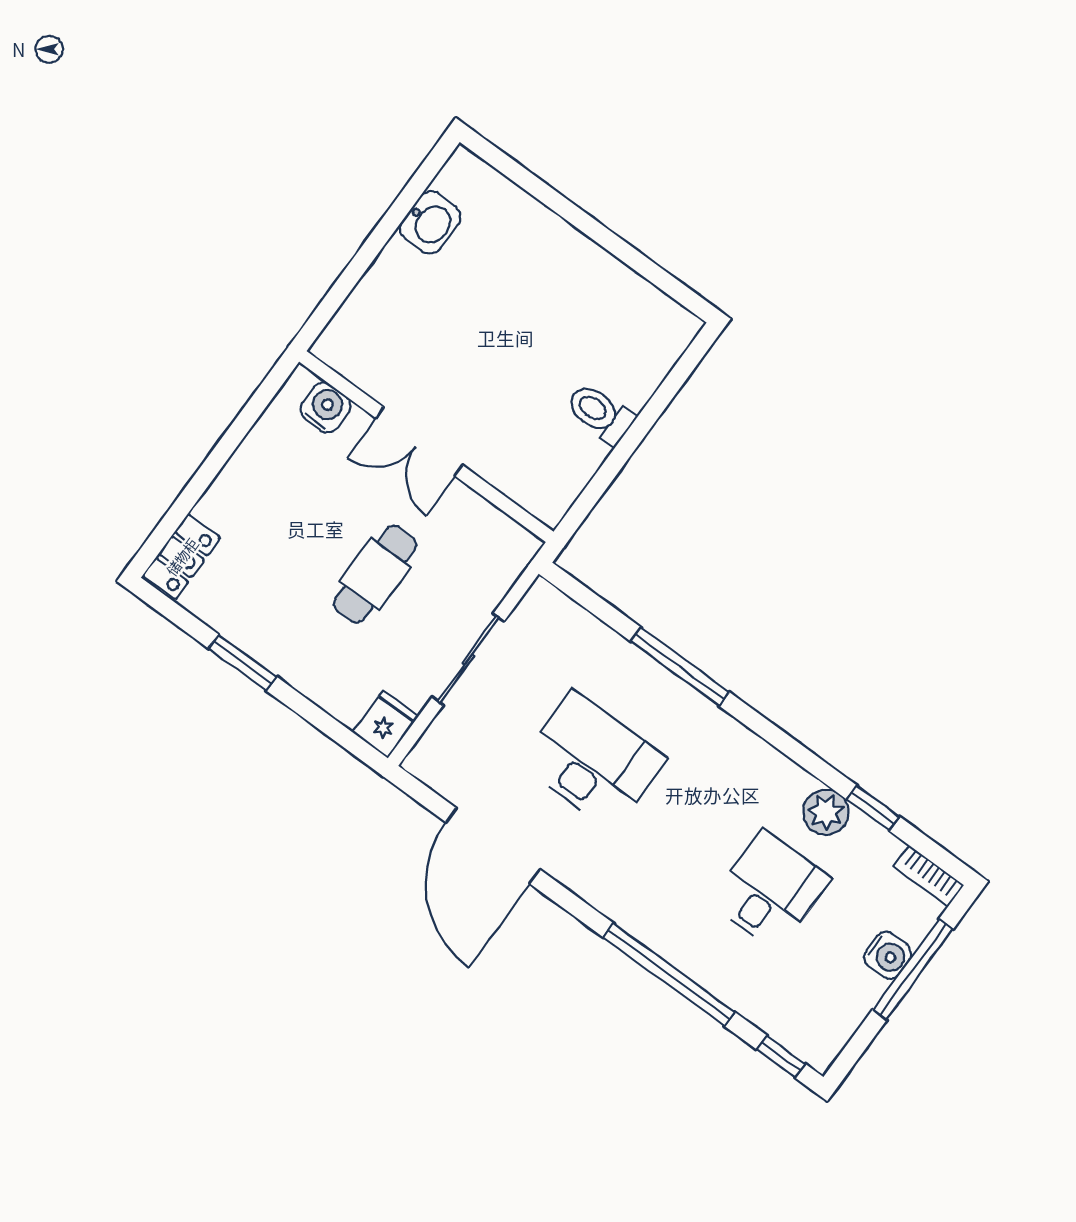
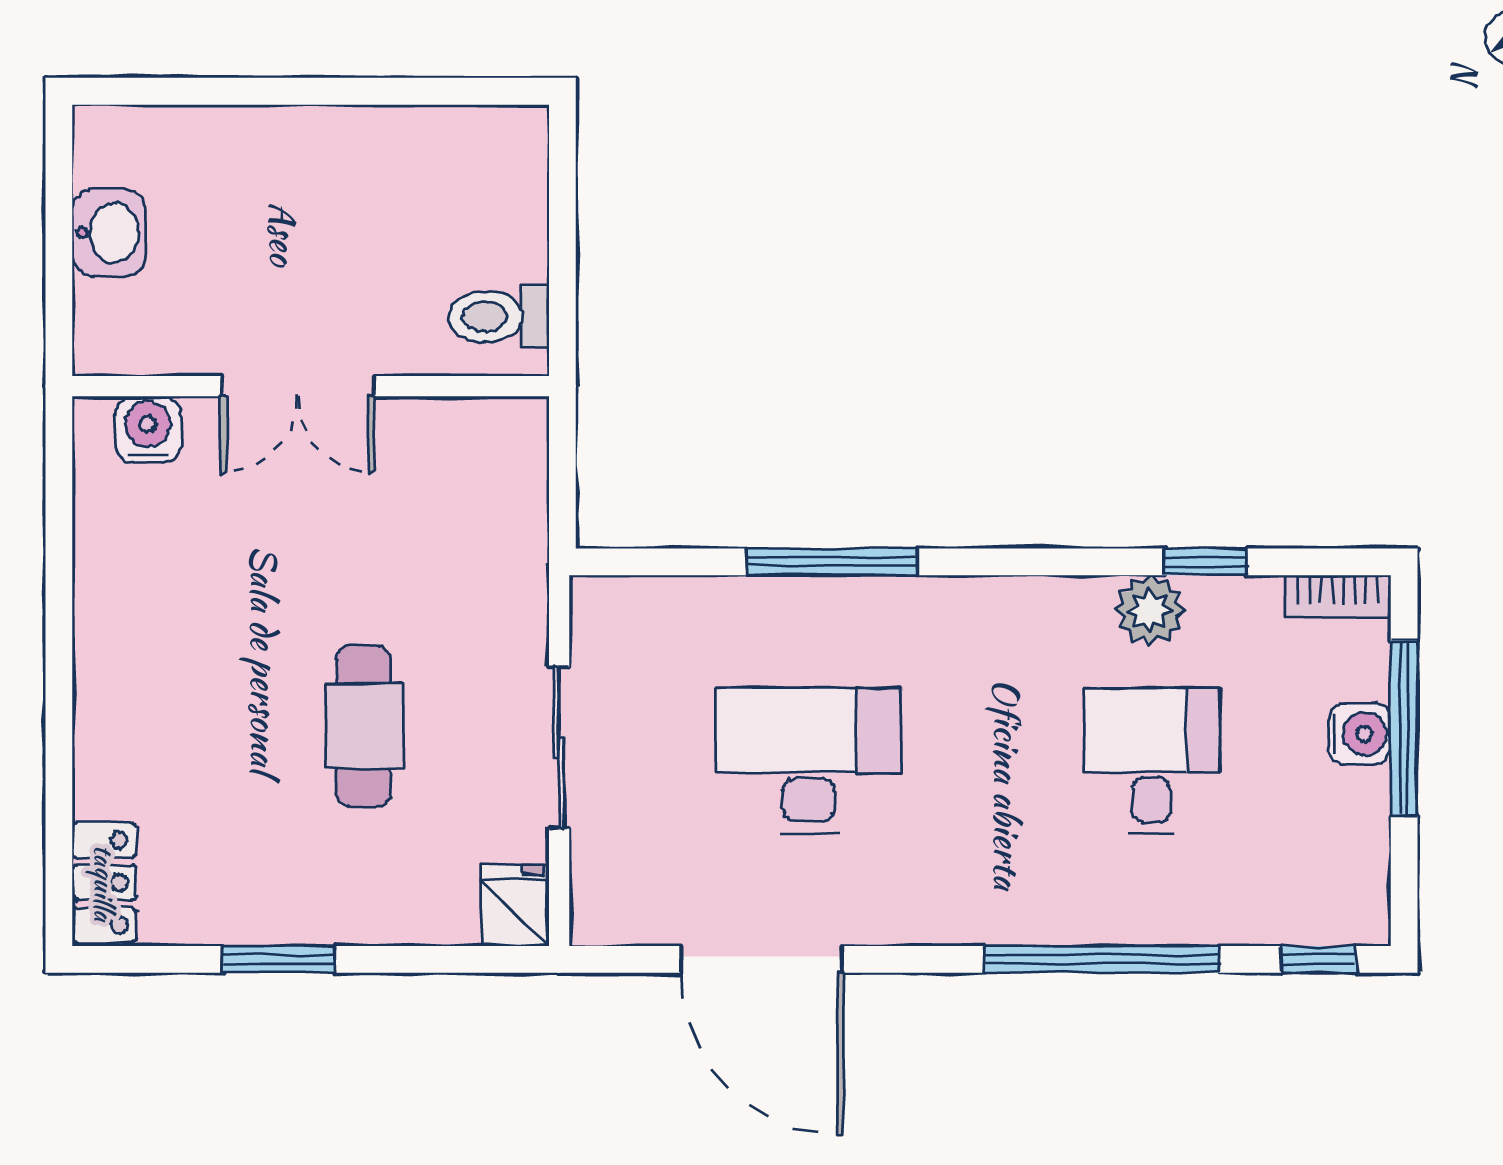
water cooler: (326, 407) -> (148, 429), moved
double door: (419, 442) -> (298, 386), moved
wall: (426, 447) -> (311, 386), moved

